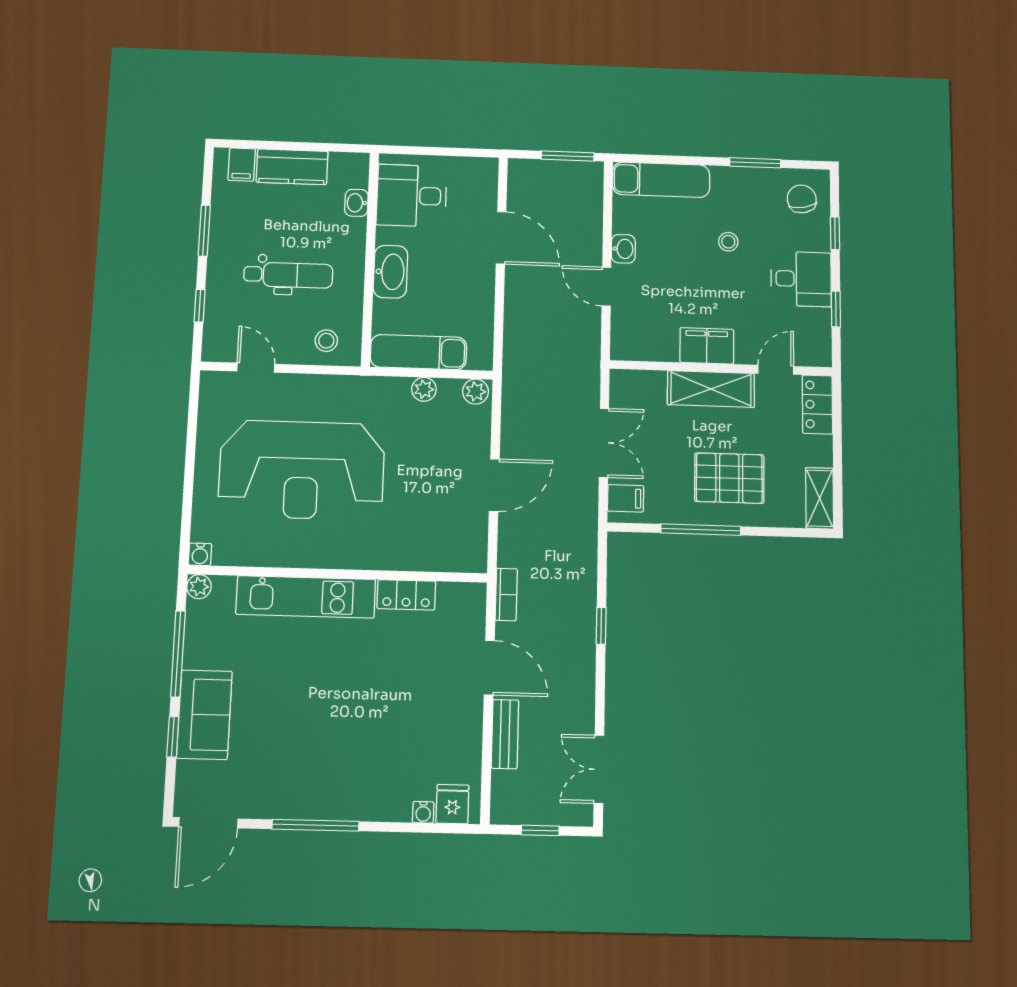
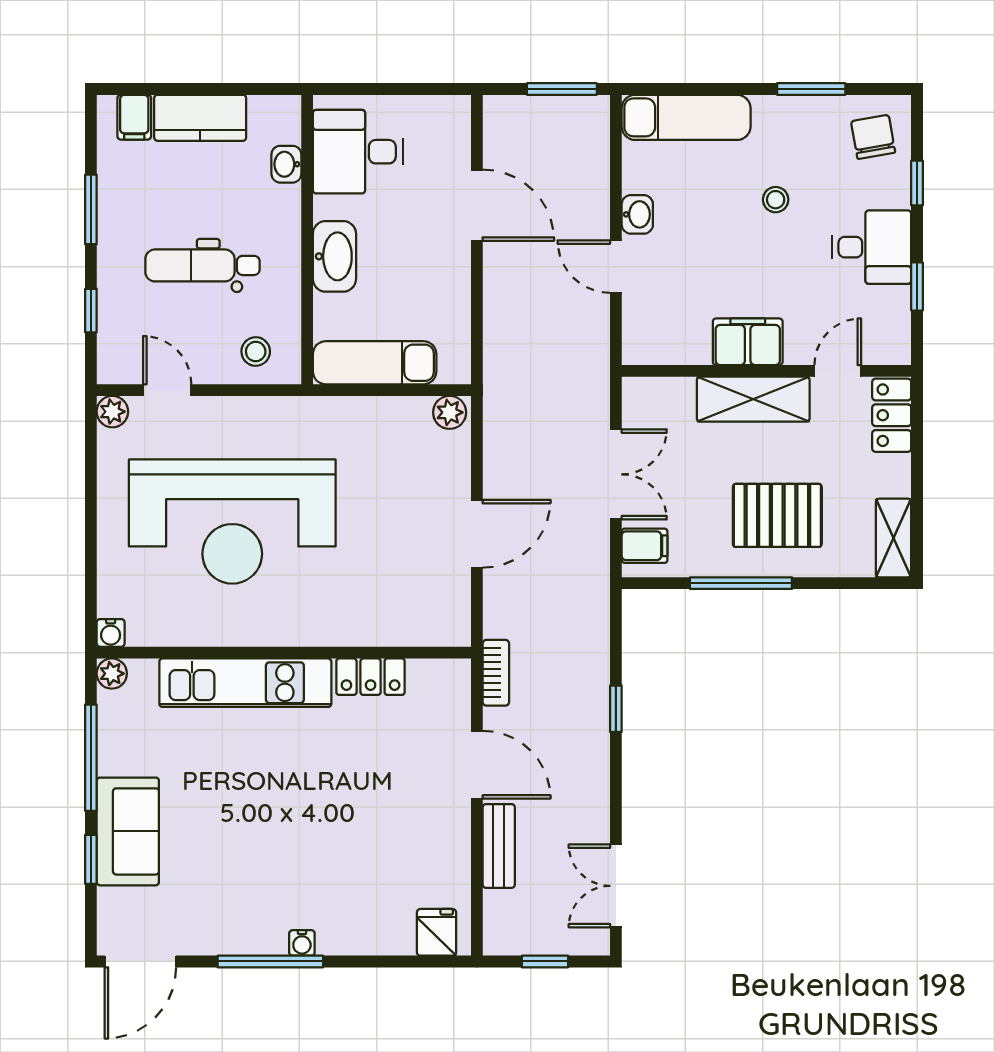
dental chair: (288, 275) -> (203, 265), turned 180
plant: (424, 389) -> (112, 412), moved
water cooler: (423, 812) -> (302, 943), moved

